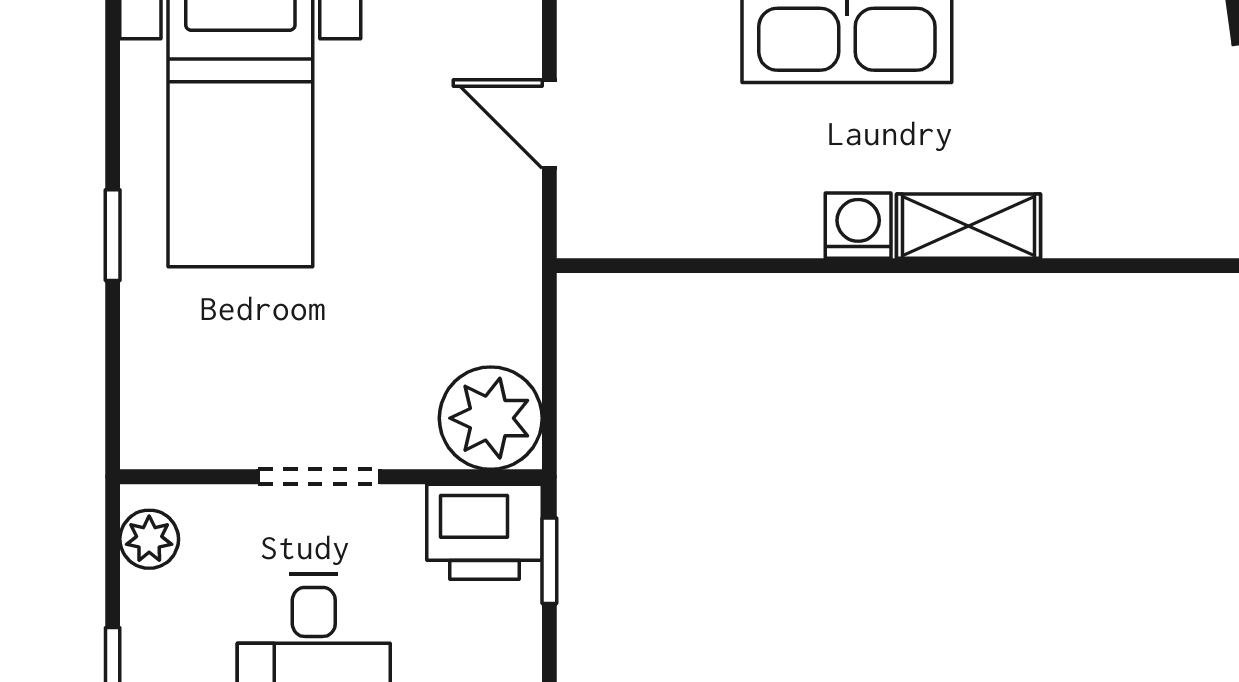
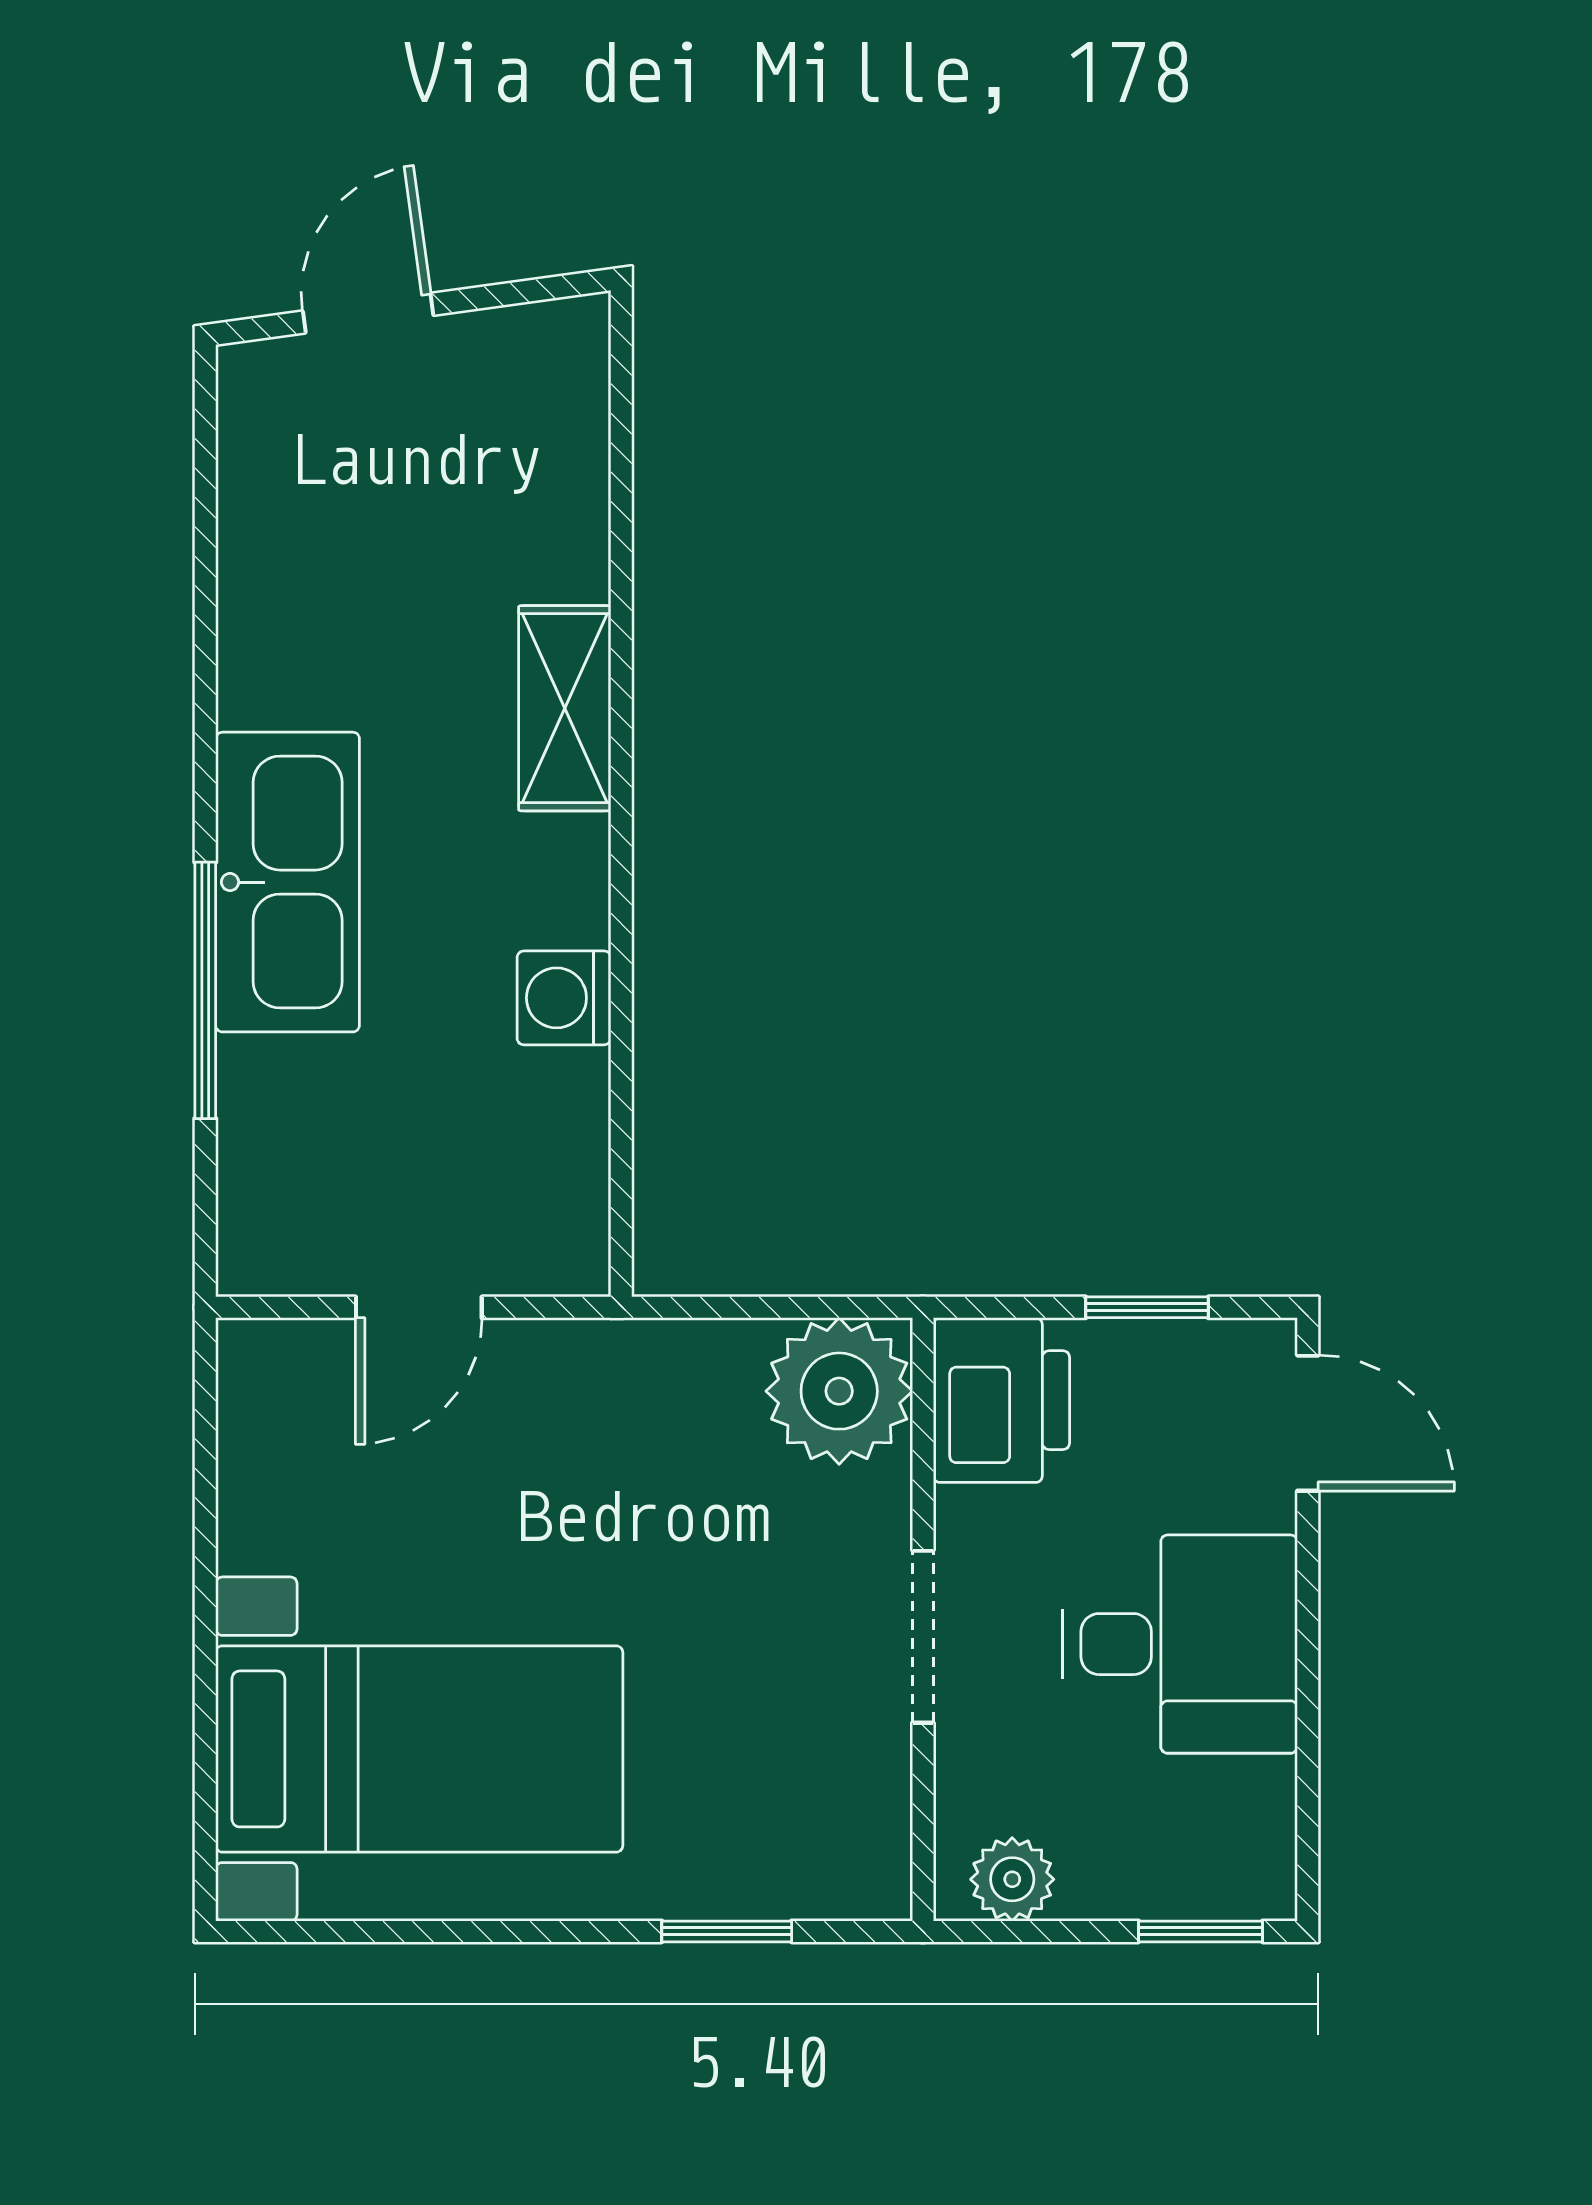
washing machine: (858, 226) -> (564, 998), moved
window: (113, 235) -> (727, 1931), moved
window: (549, 561) -> (1147, 1307), moved

